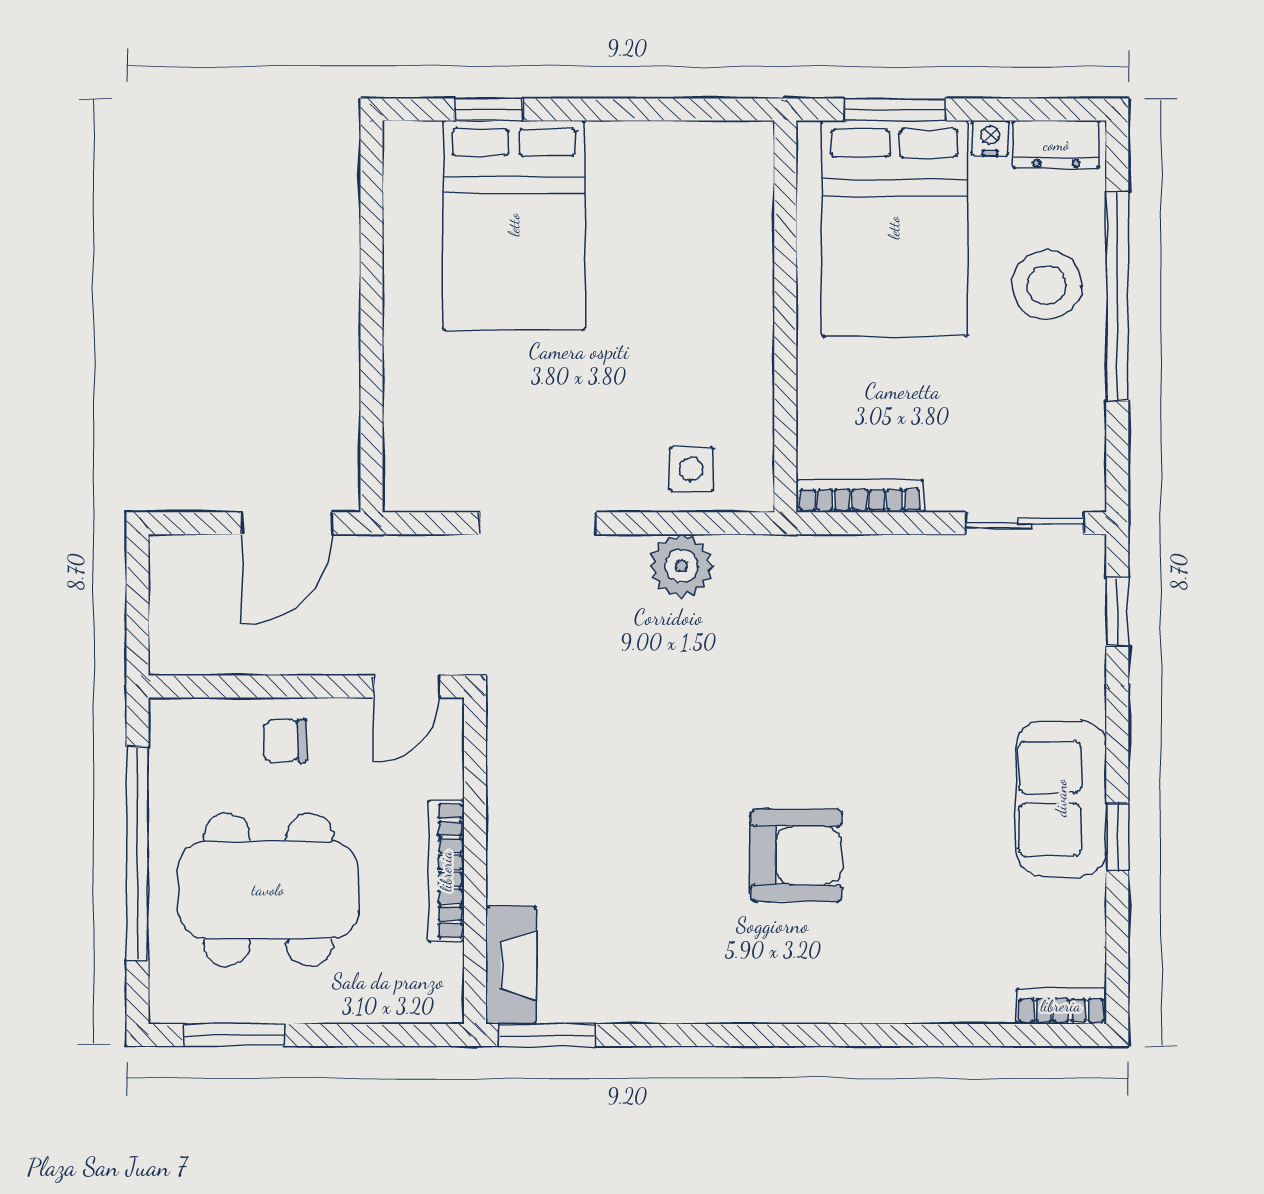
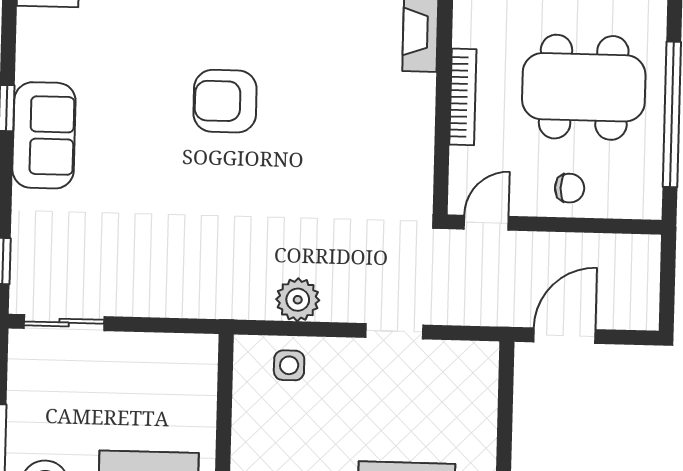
bookcase: (860, 496) -> (175, 344), removed
doorway: (538, 523) -> (394, 331), width x0.73

